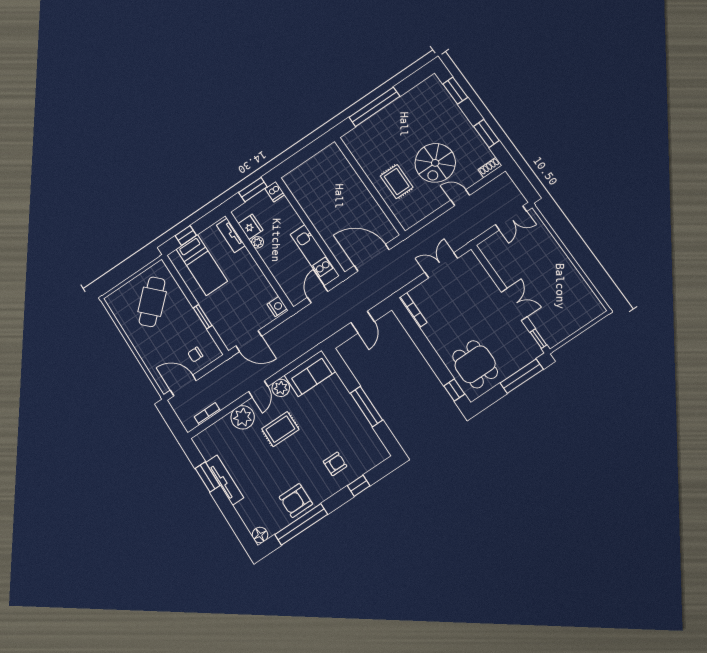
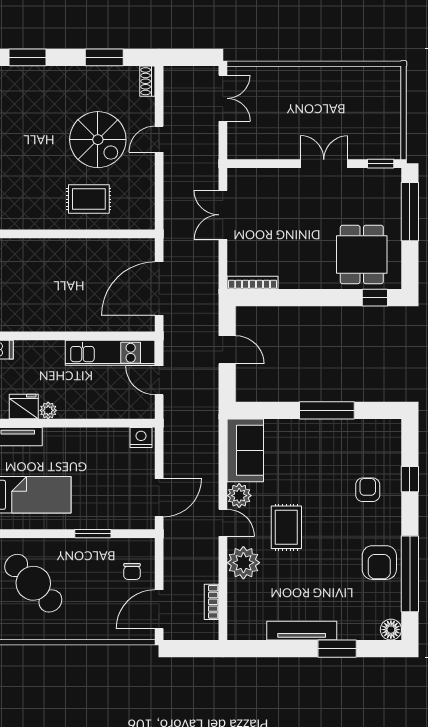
dining table: (475, 364) -> (362, 254), turned 90
window: (208, 477) -> (337, 649), moved

